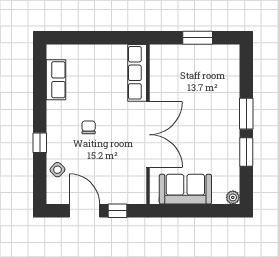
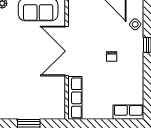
row of seats: (56, 80) -> (128, 112), moved, turned 90

